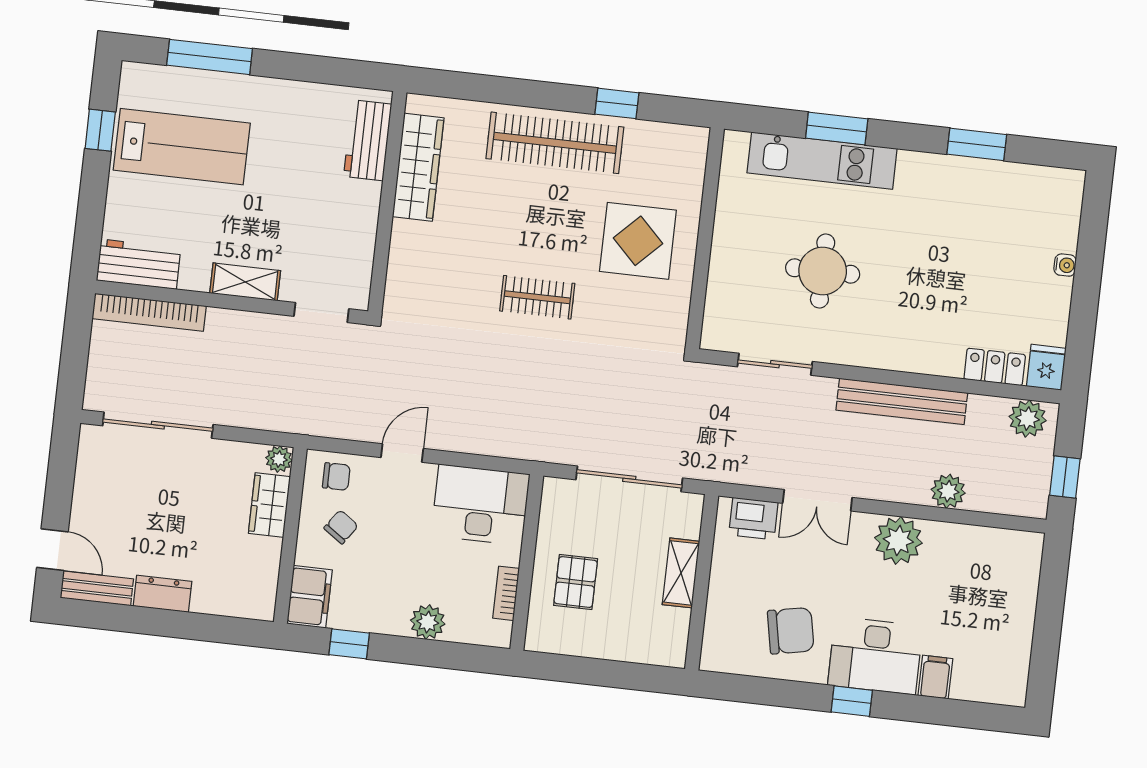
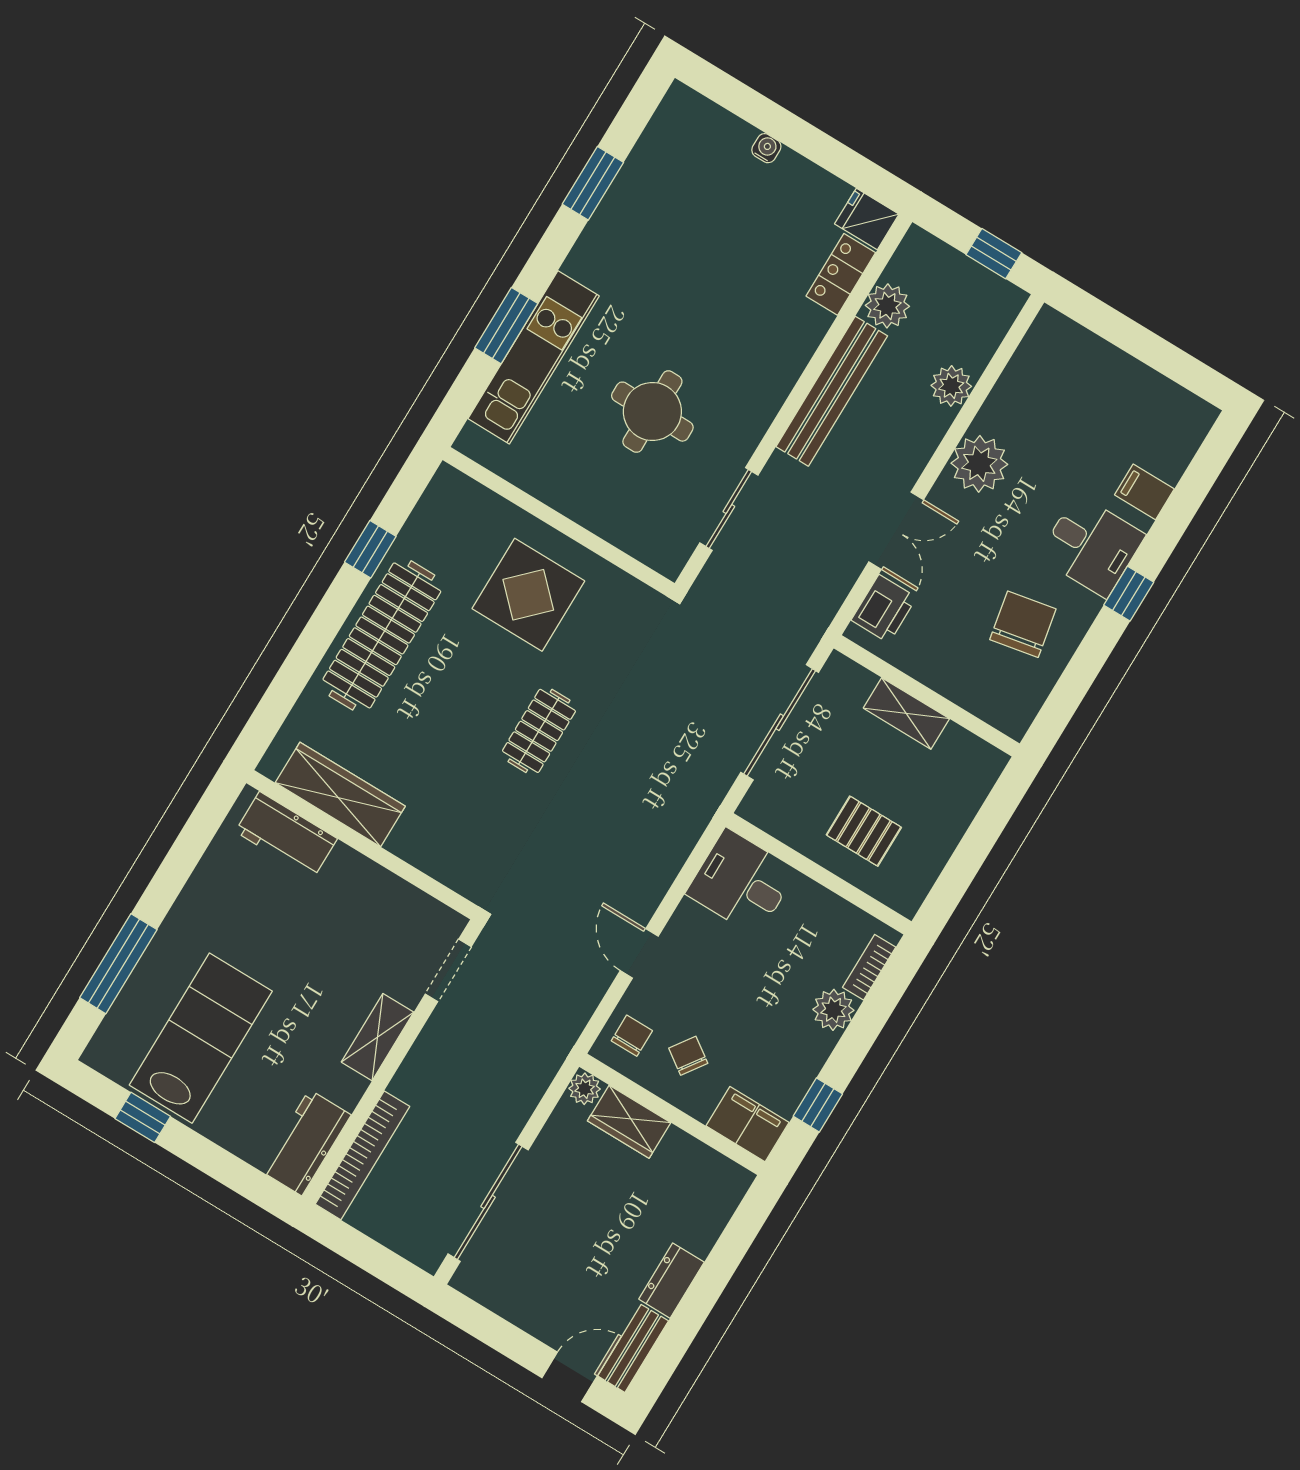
plant: (1028, 419) -> (887, 306), moved
desk: (481, 505) -> (741, 882), width x0.73
bookcase: (506, 593) -> (869, 967), moved, turned 90
desk: (875, 656) -> (1092, 546), width x0.73

